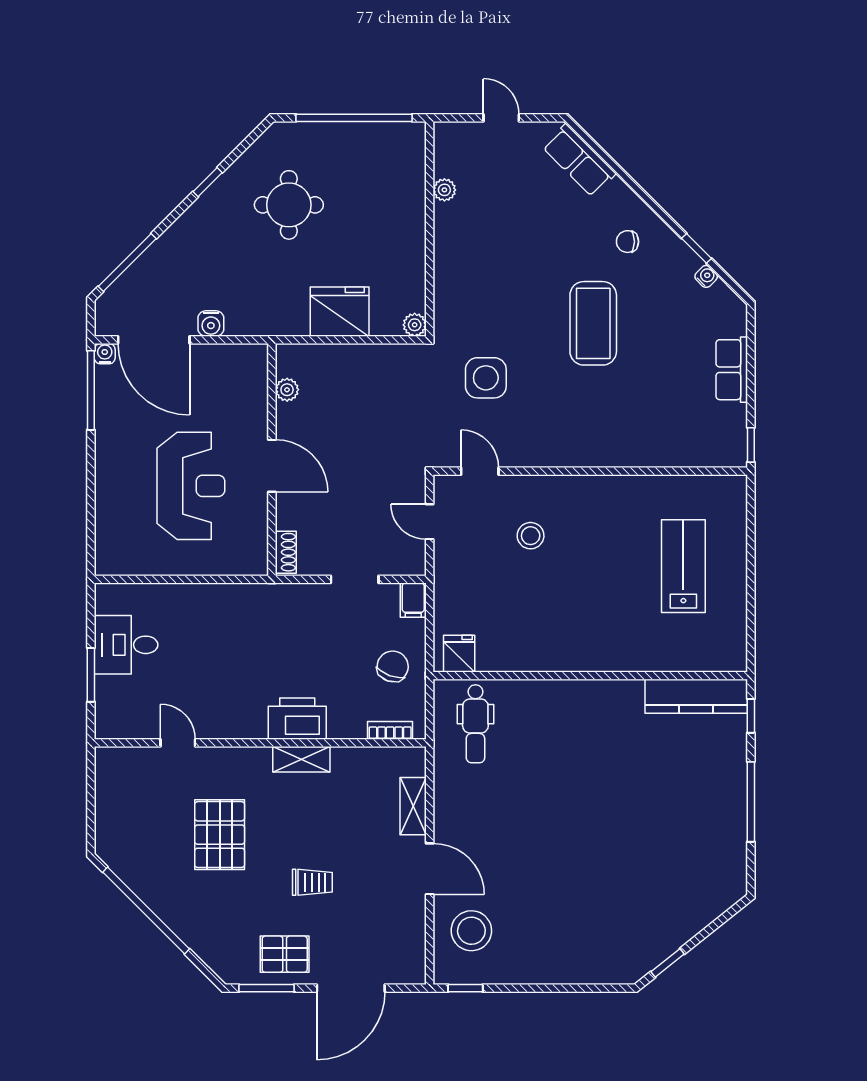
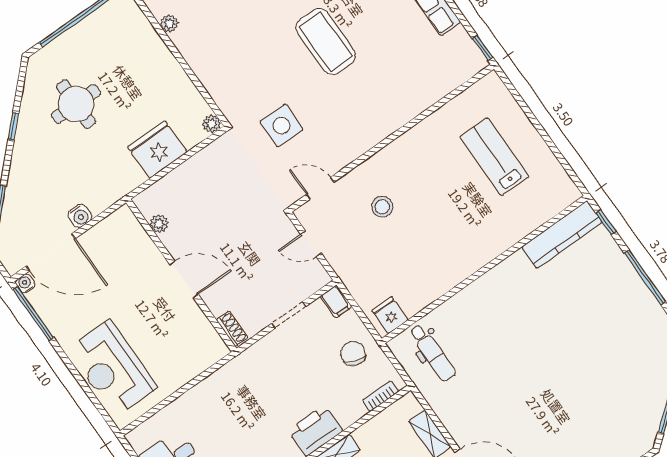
reception desk: (191, 486) -> (112, 368), moved, turned 180

